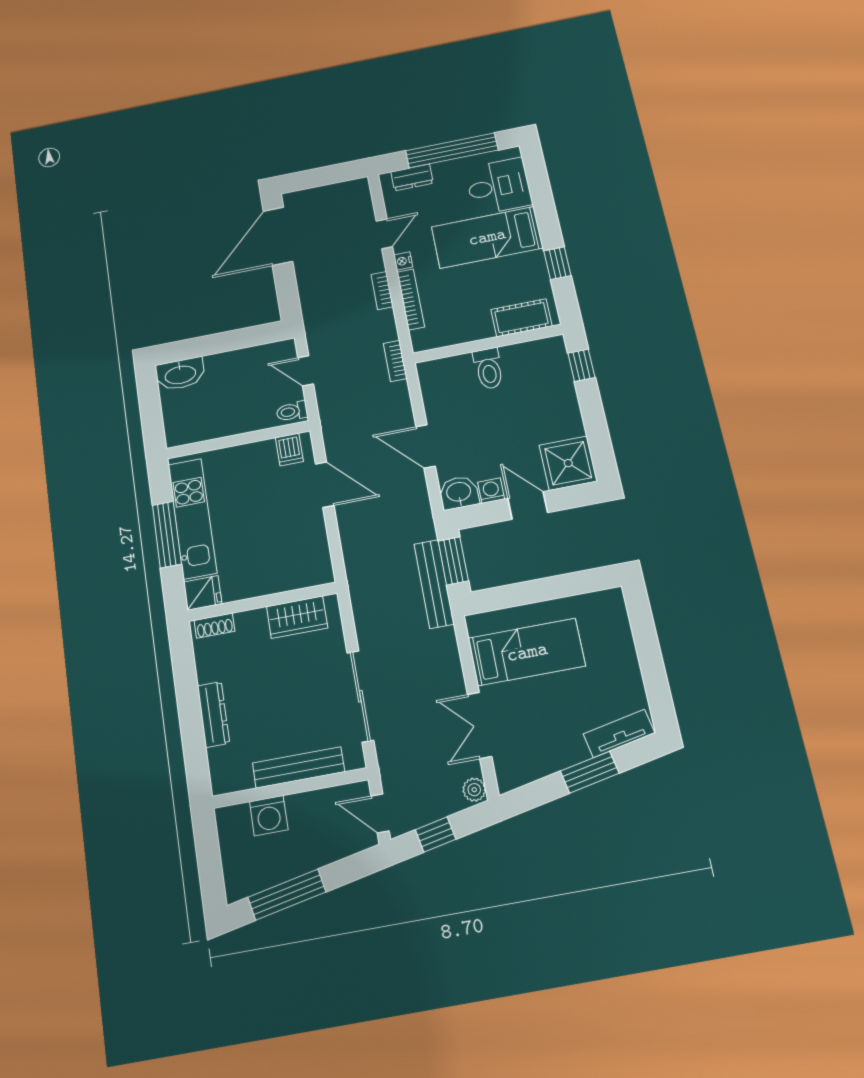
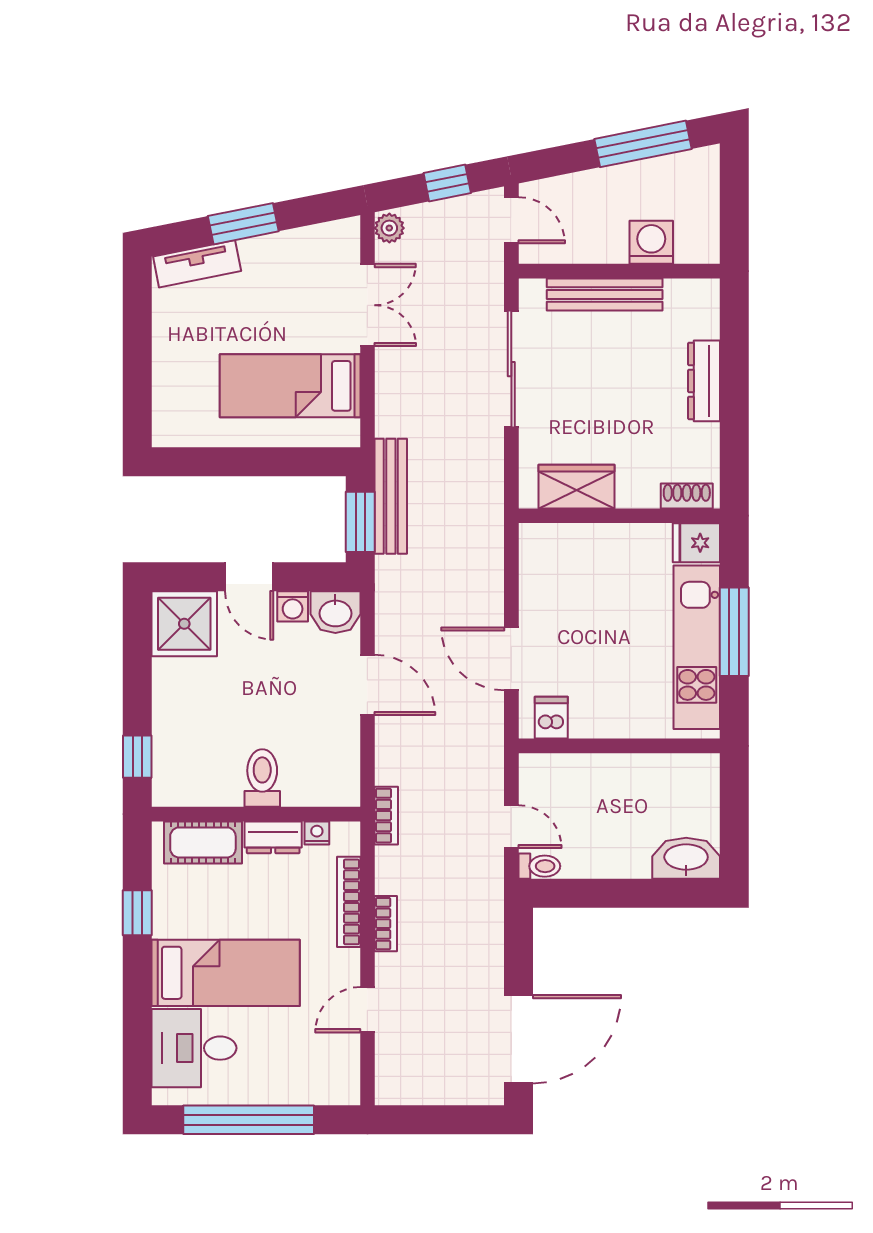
dresser: (412, 177) -> (273, 837), moved, turned 180
nightstand: (403, 261) -> (317, 833), moved, turned -90
toilet: (292, 411) -> (539, 866), moved

